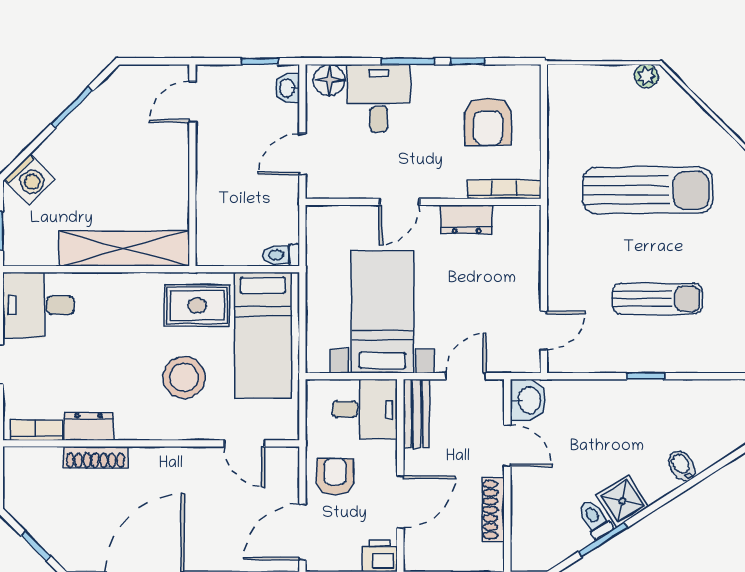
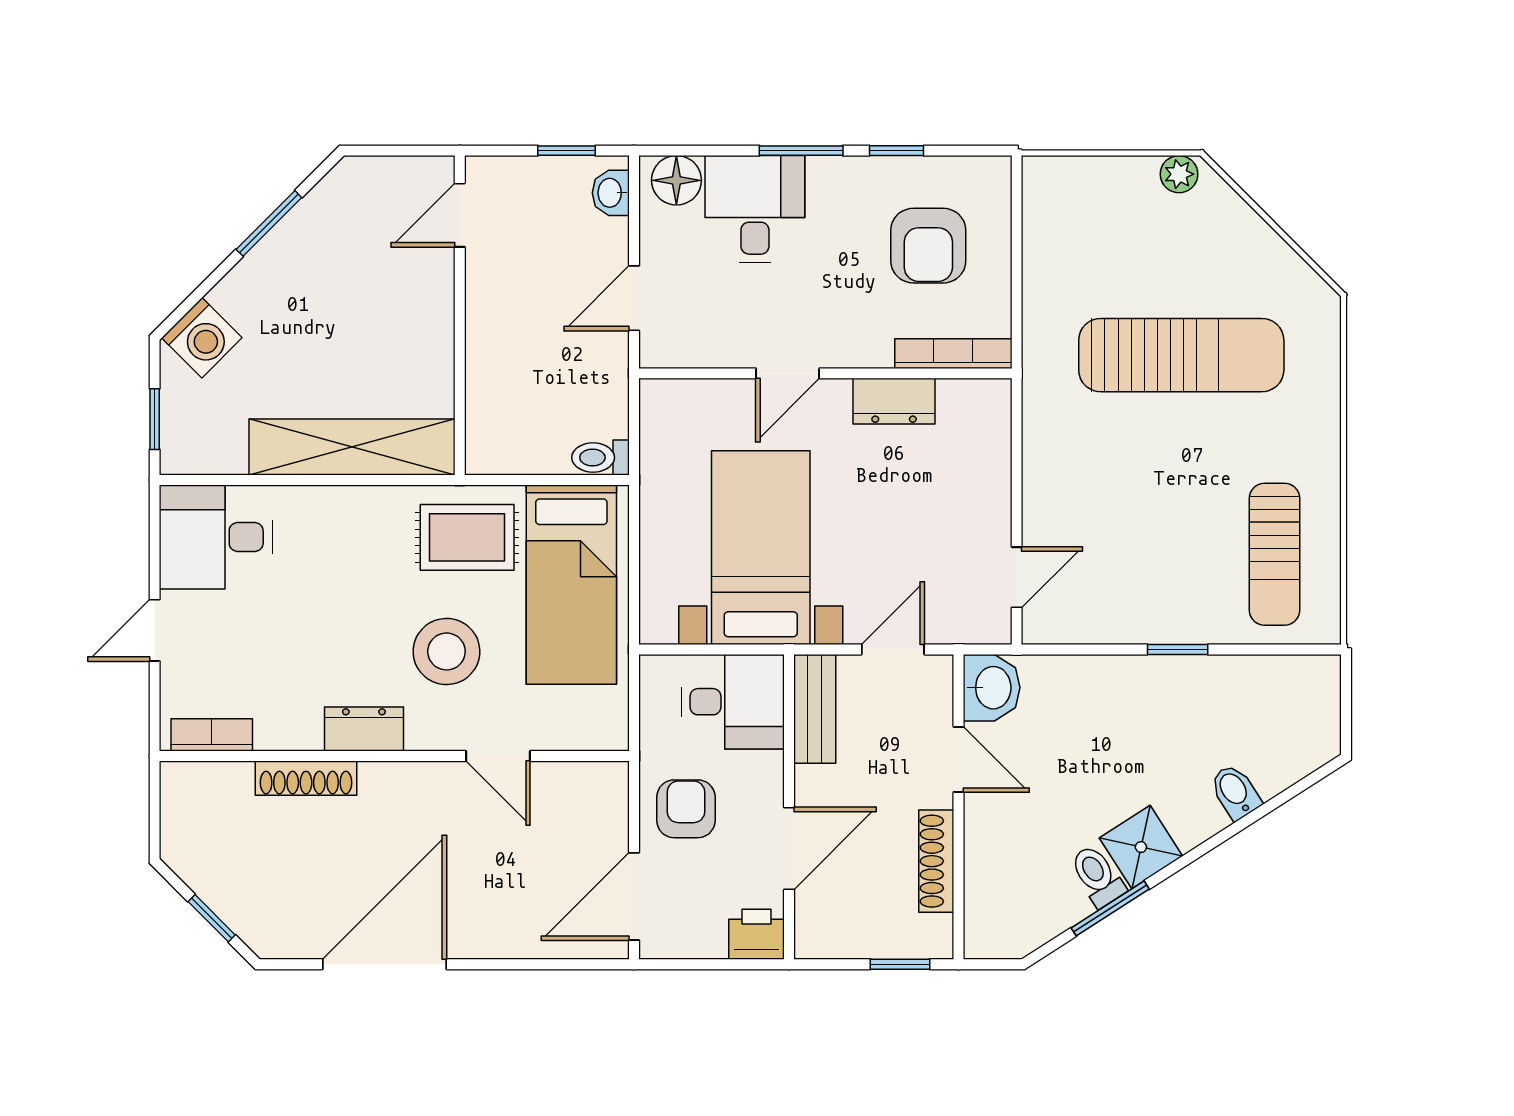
sun lounger: (657, 299) -> (1274, 554), moved, turned 90
dresser: (89, 426) -> (364, 729), moved
door: (244, 443) -> (498, 756), moved

